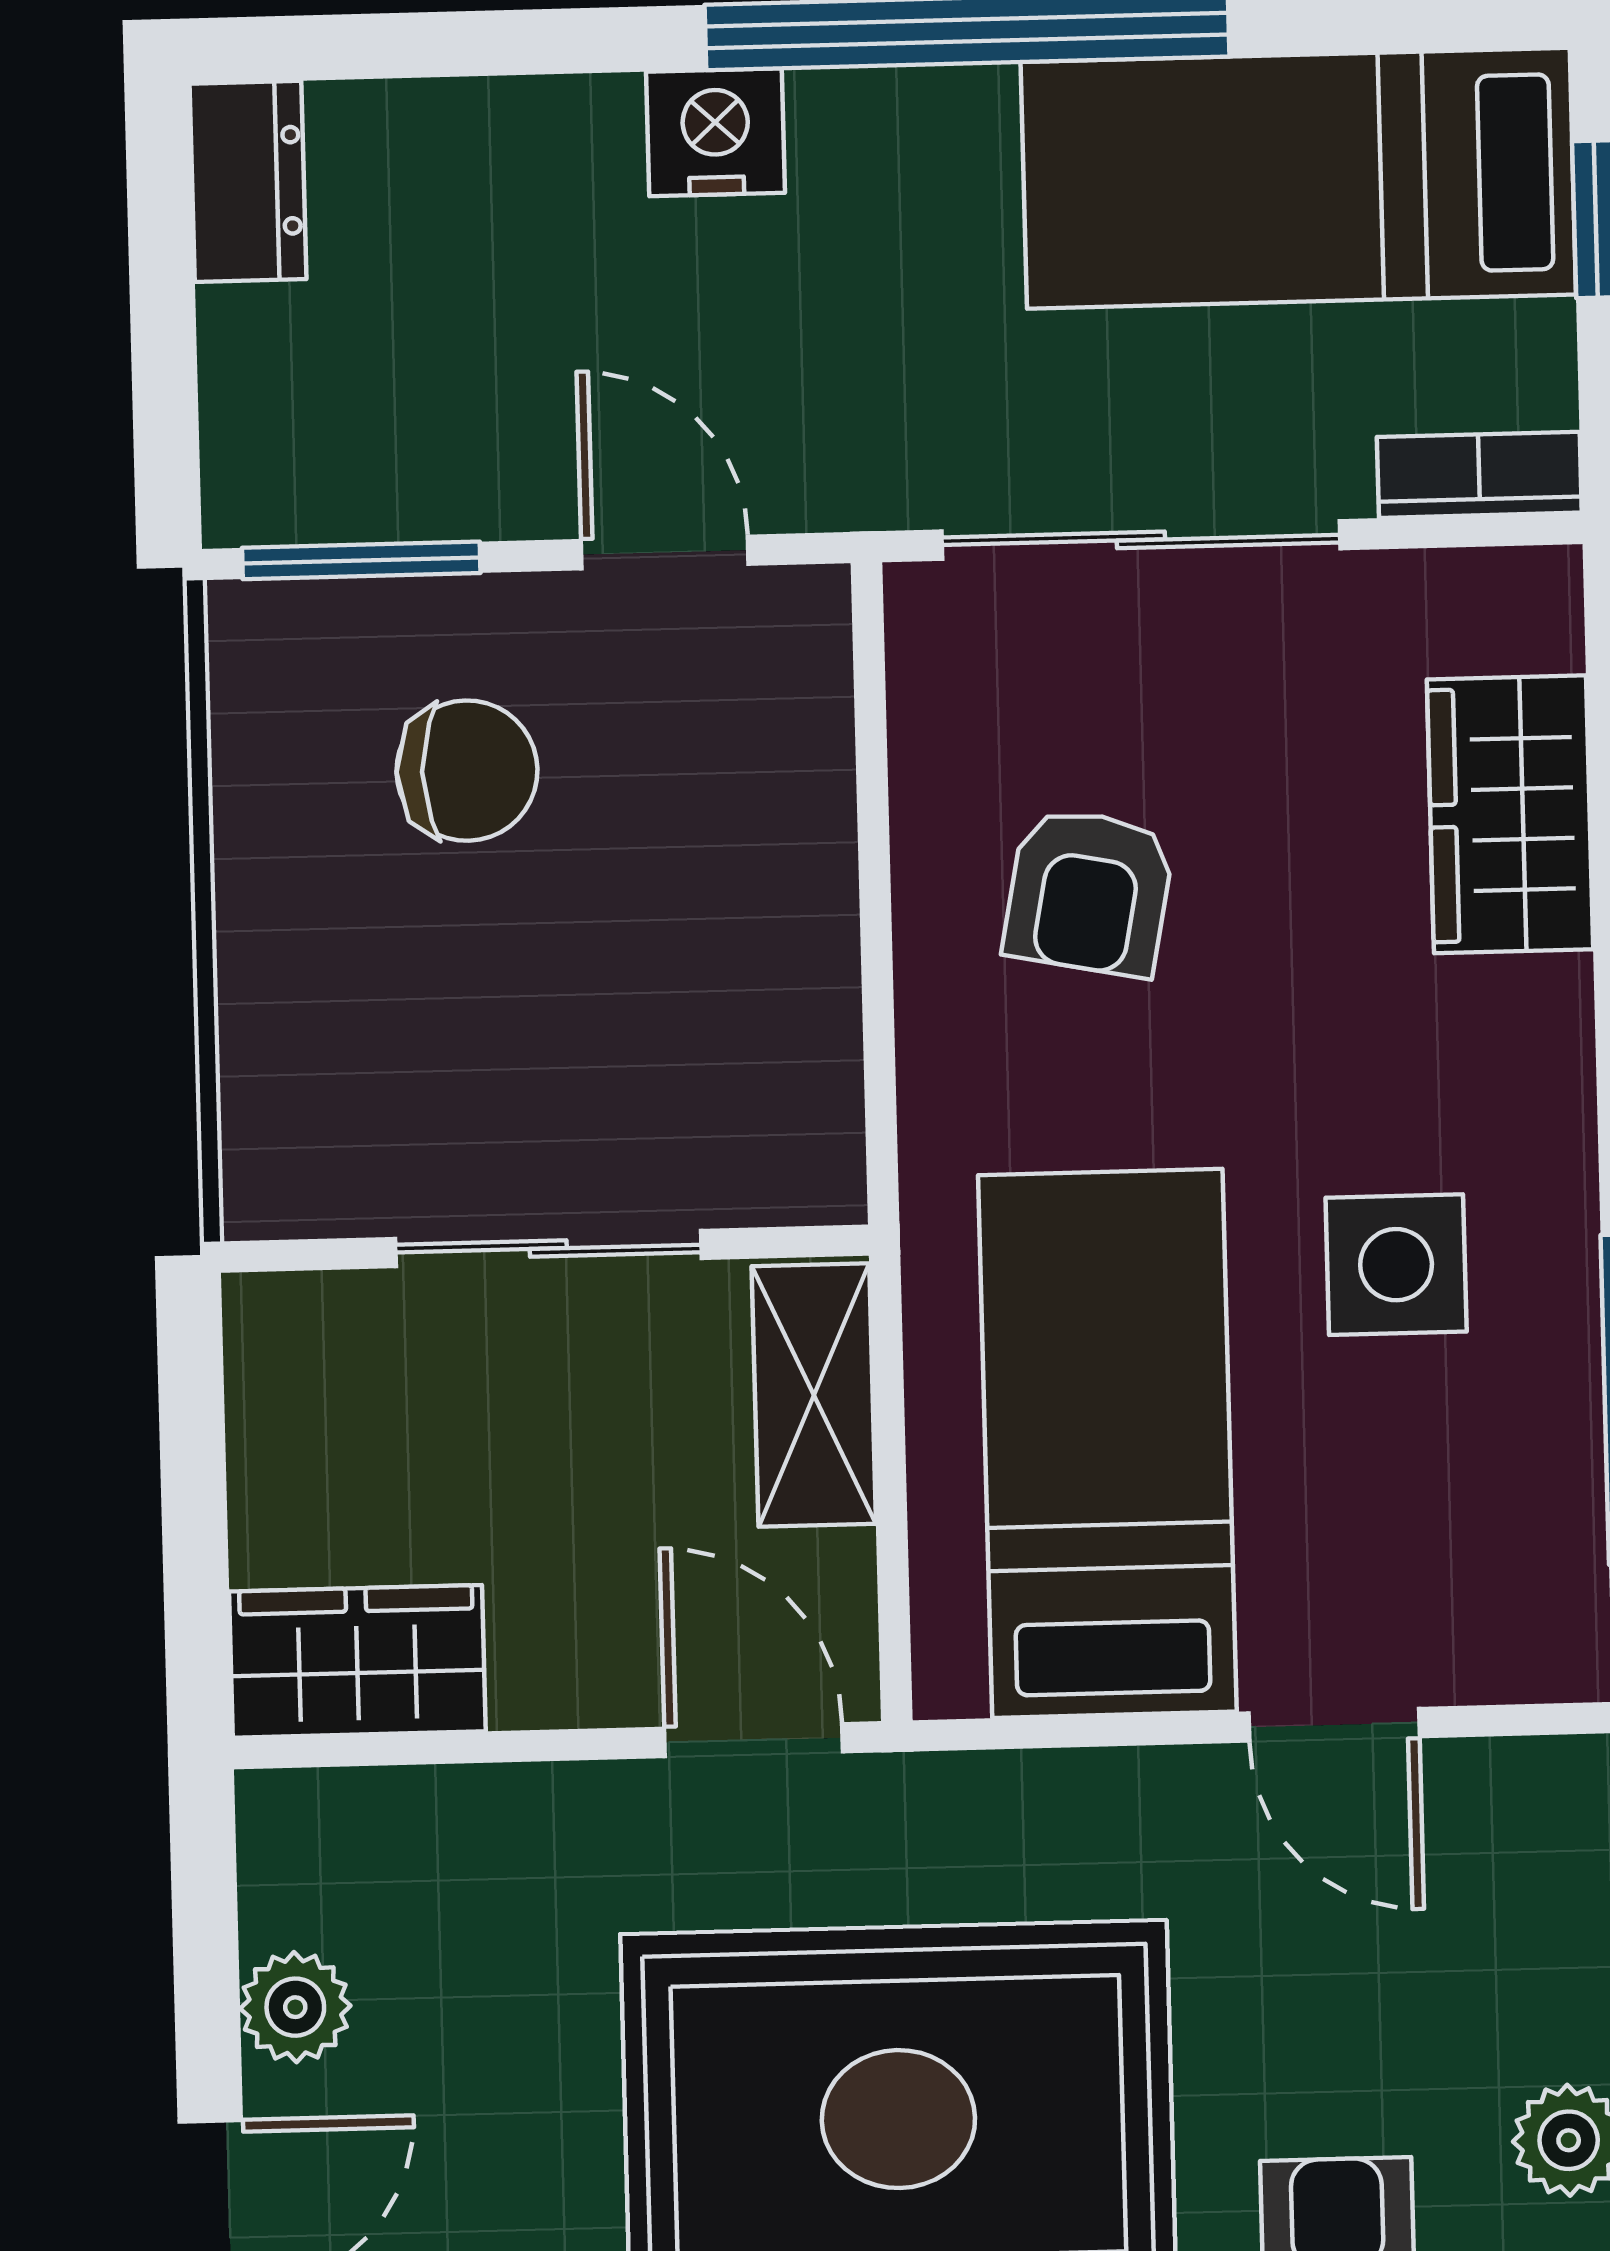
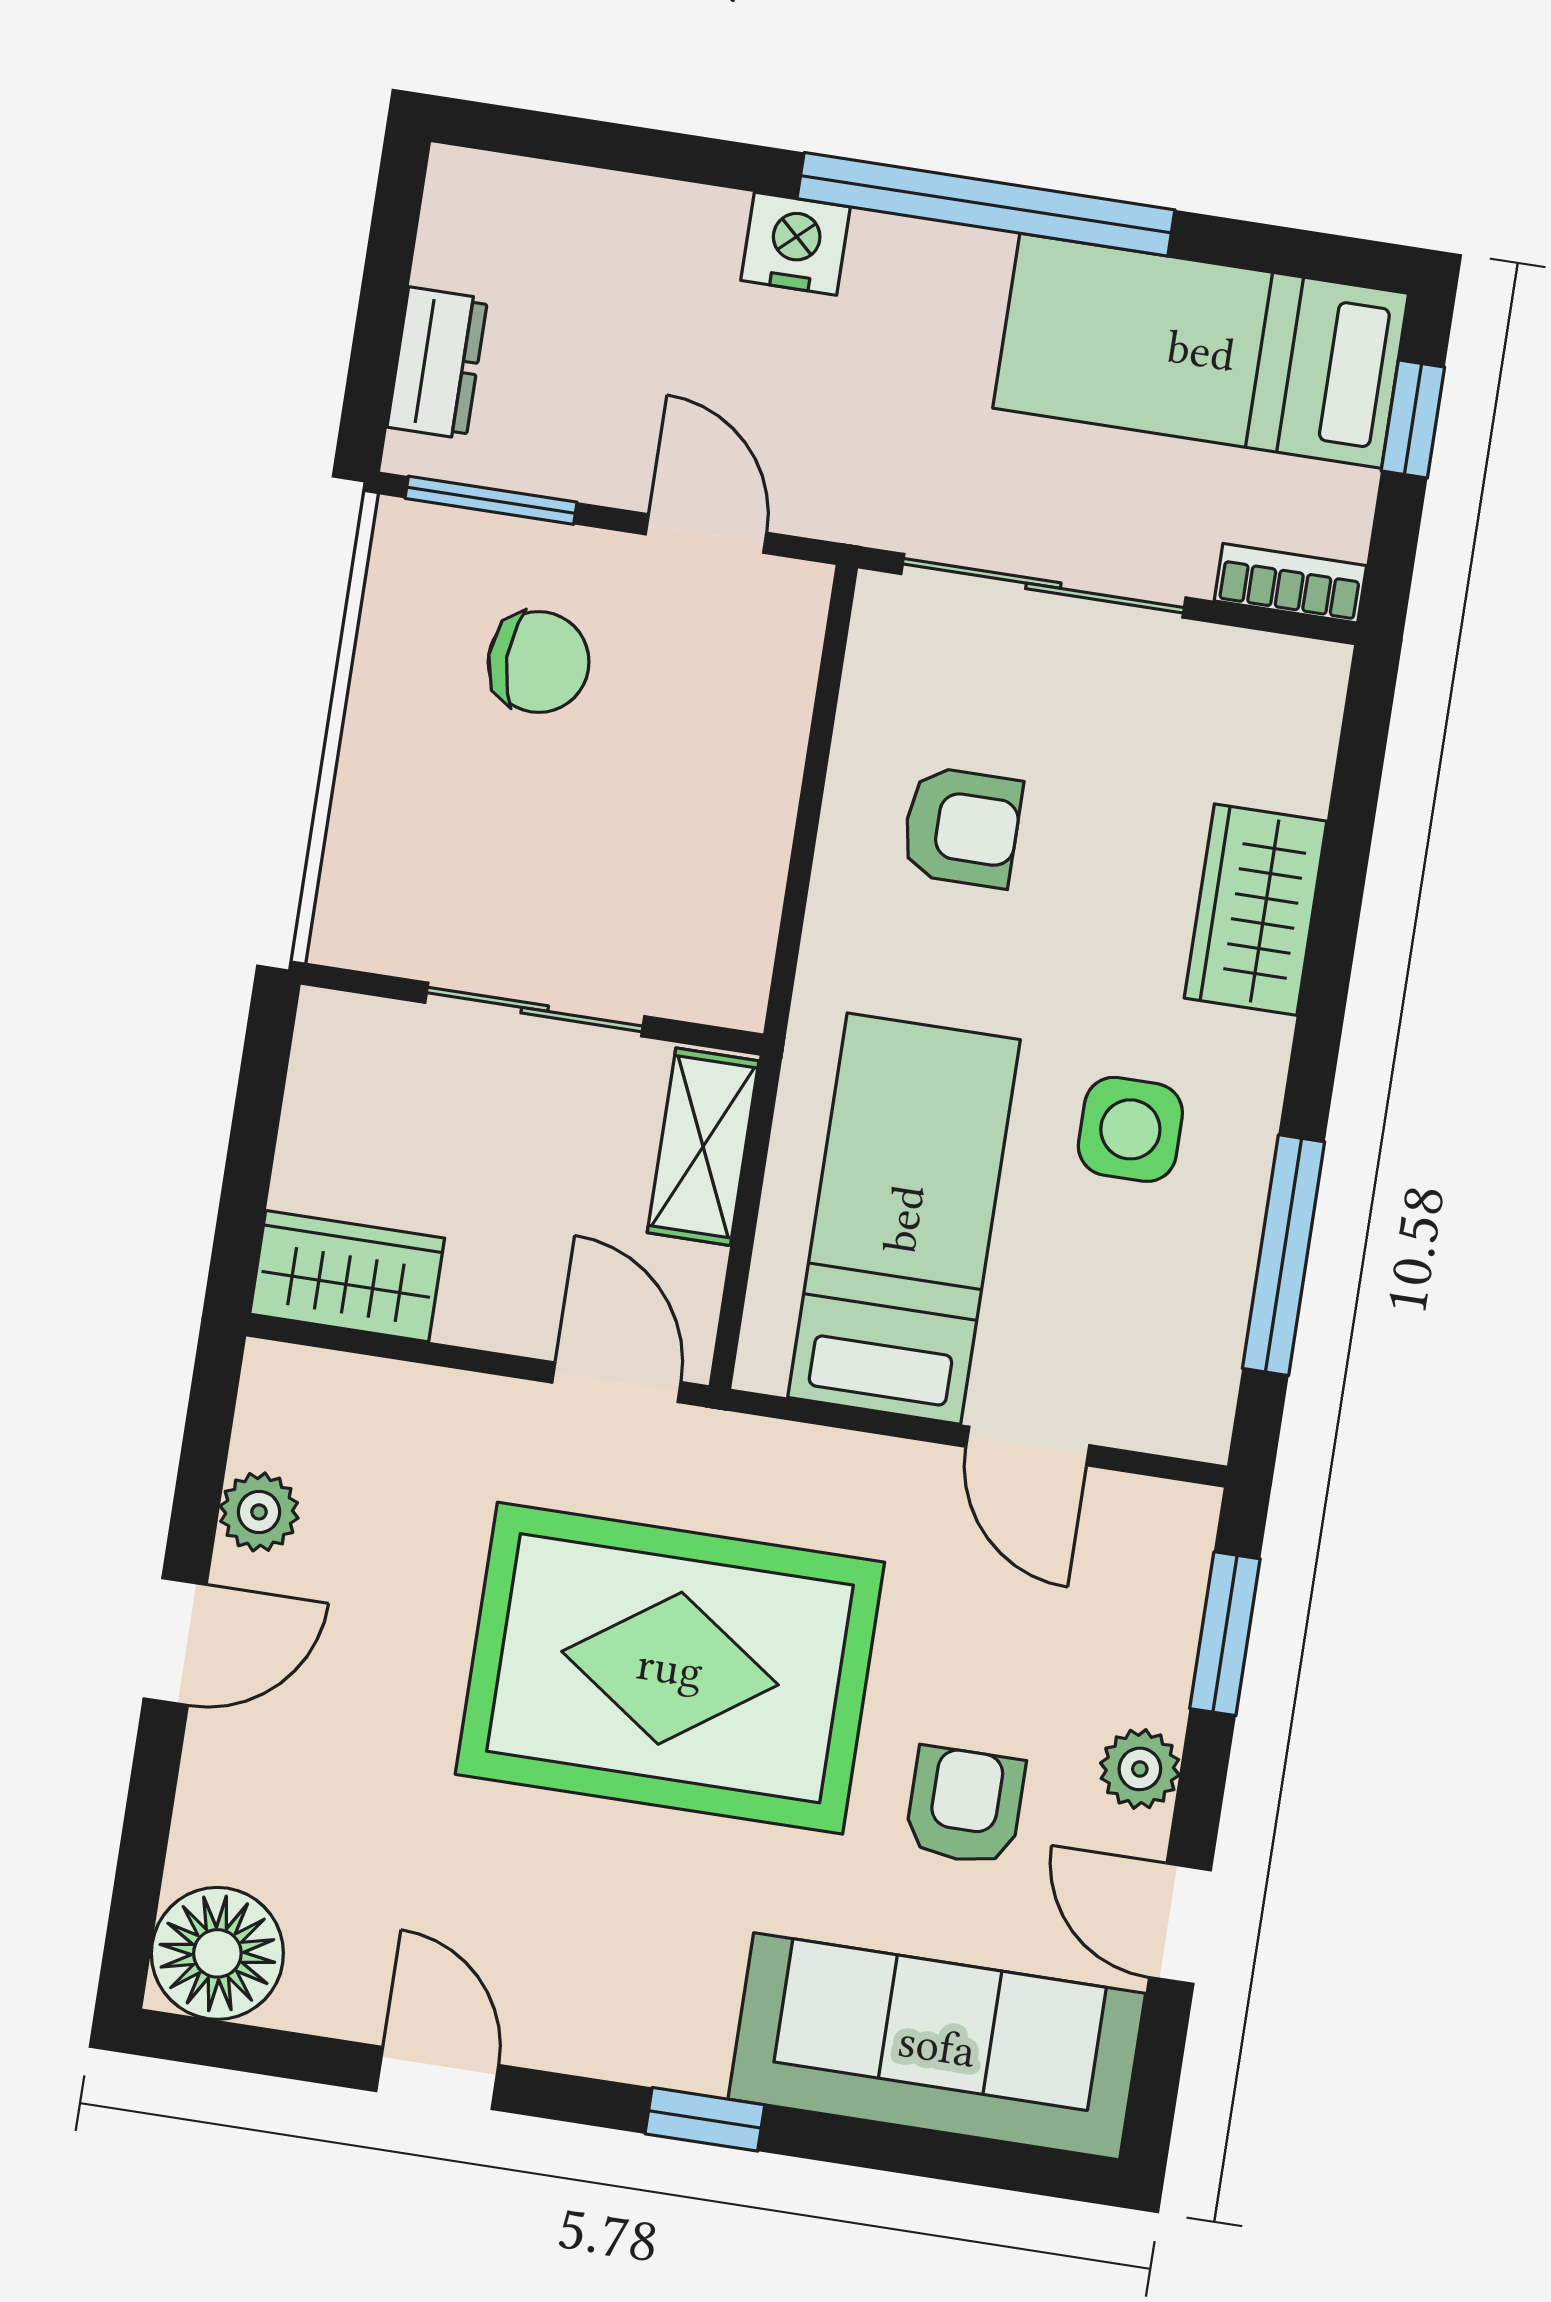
dresser: (248, 181) -> (437, 363), moved
wardrobe: (1510, 814) -> (1256, 910), moved
armchair: (1089, 892) -> (962, 827), turned -101

